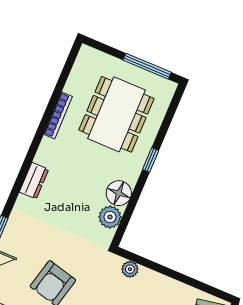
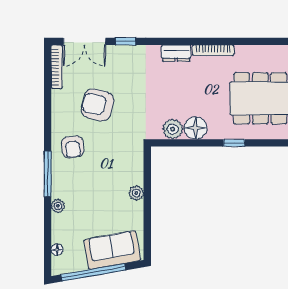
bookcase: (58, 115) -> (213, 50), moved
plant: (130, 269) -> (136, 193), moved

